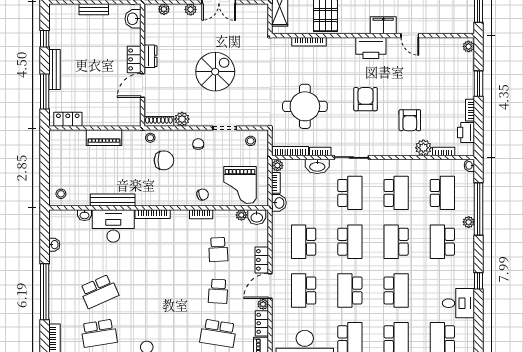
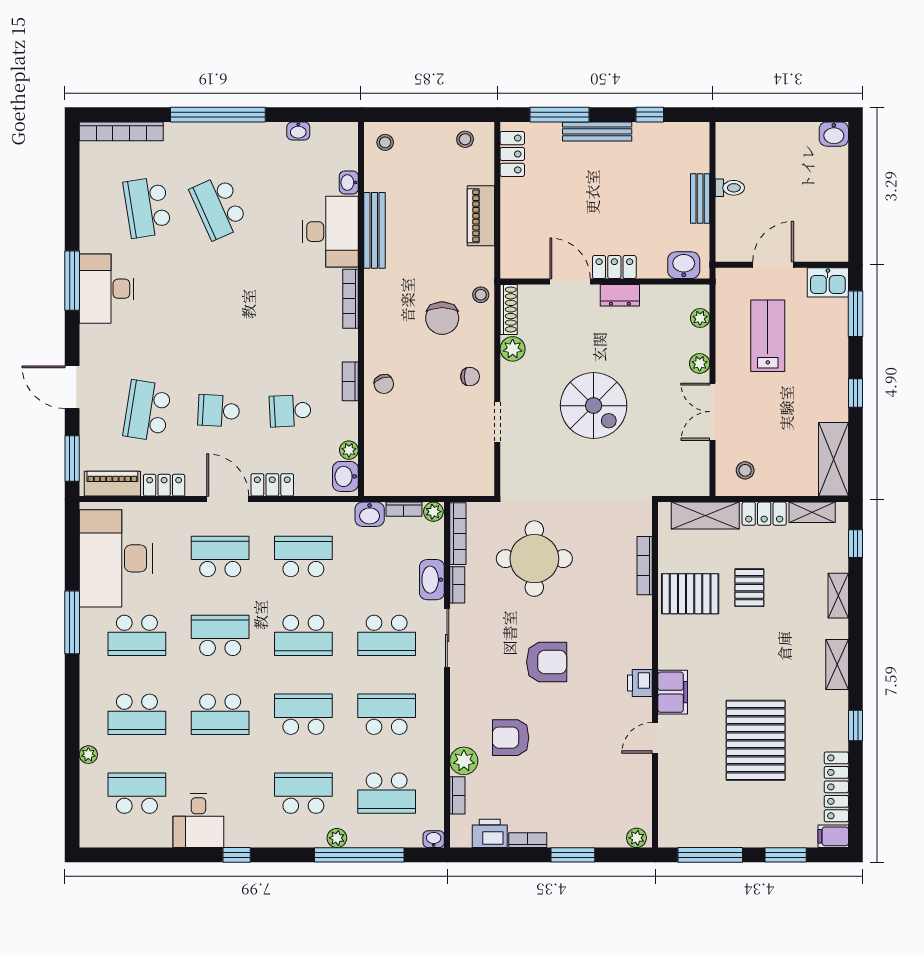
printer: (371, 48) -> (640, 683), width x0.53, depth x0.68
stool: (251, 141) -> (465, 139), moved
grand piano: (240, 185) -> (400, 448), removed
school desk: (396, 193) -> (387, 714), turned 180
plant: (263, 304) -> (197, 487), removed

